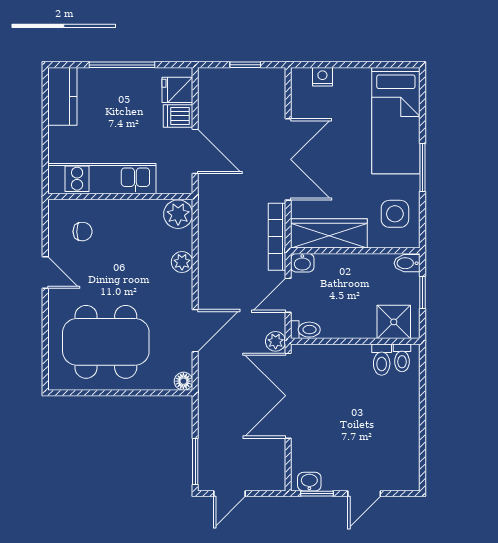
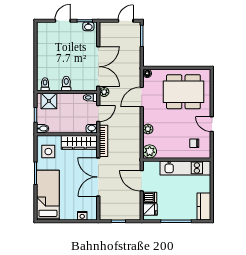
toilet: (382, 360) -> (66, 83), moved

